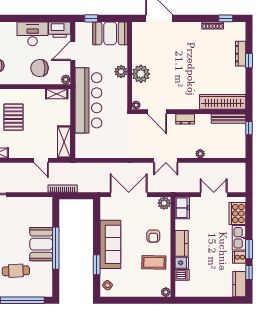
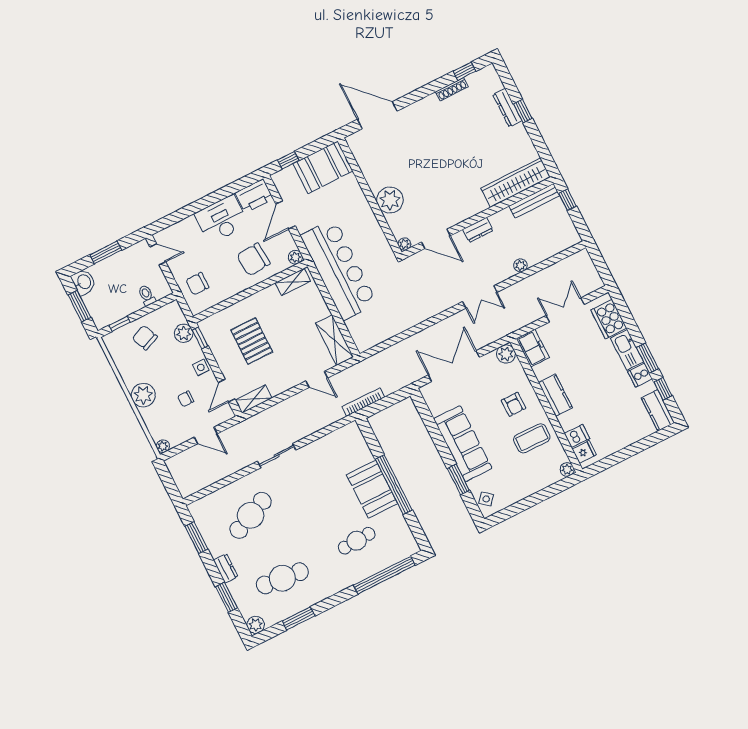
plant: (121, 72) -> (362, 210), removed
fridge: (182, 263) -> (584, 452), moved

